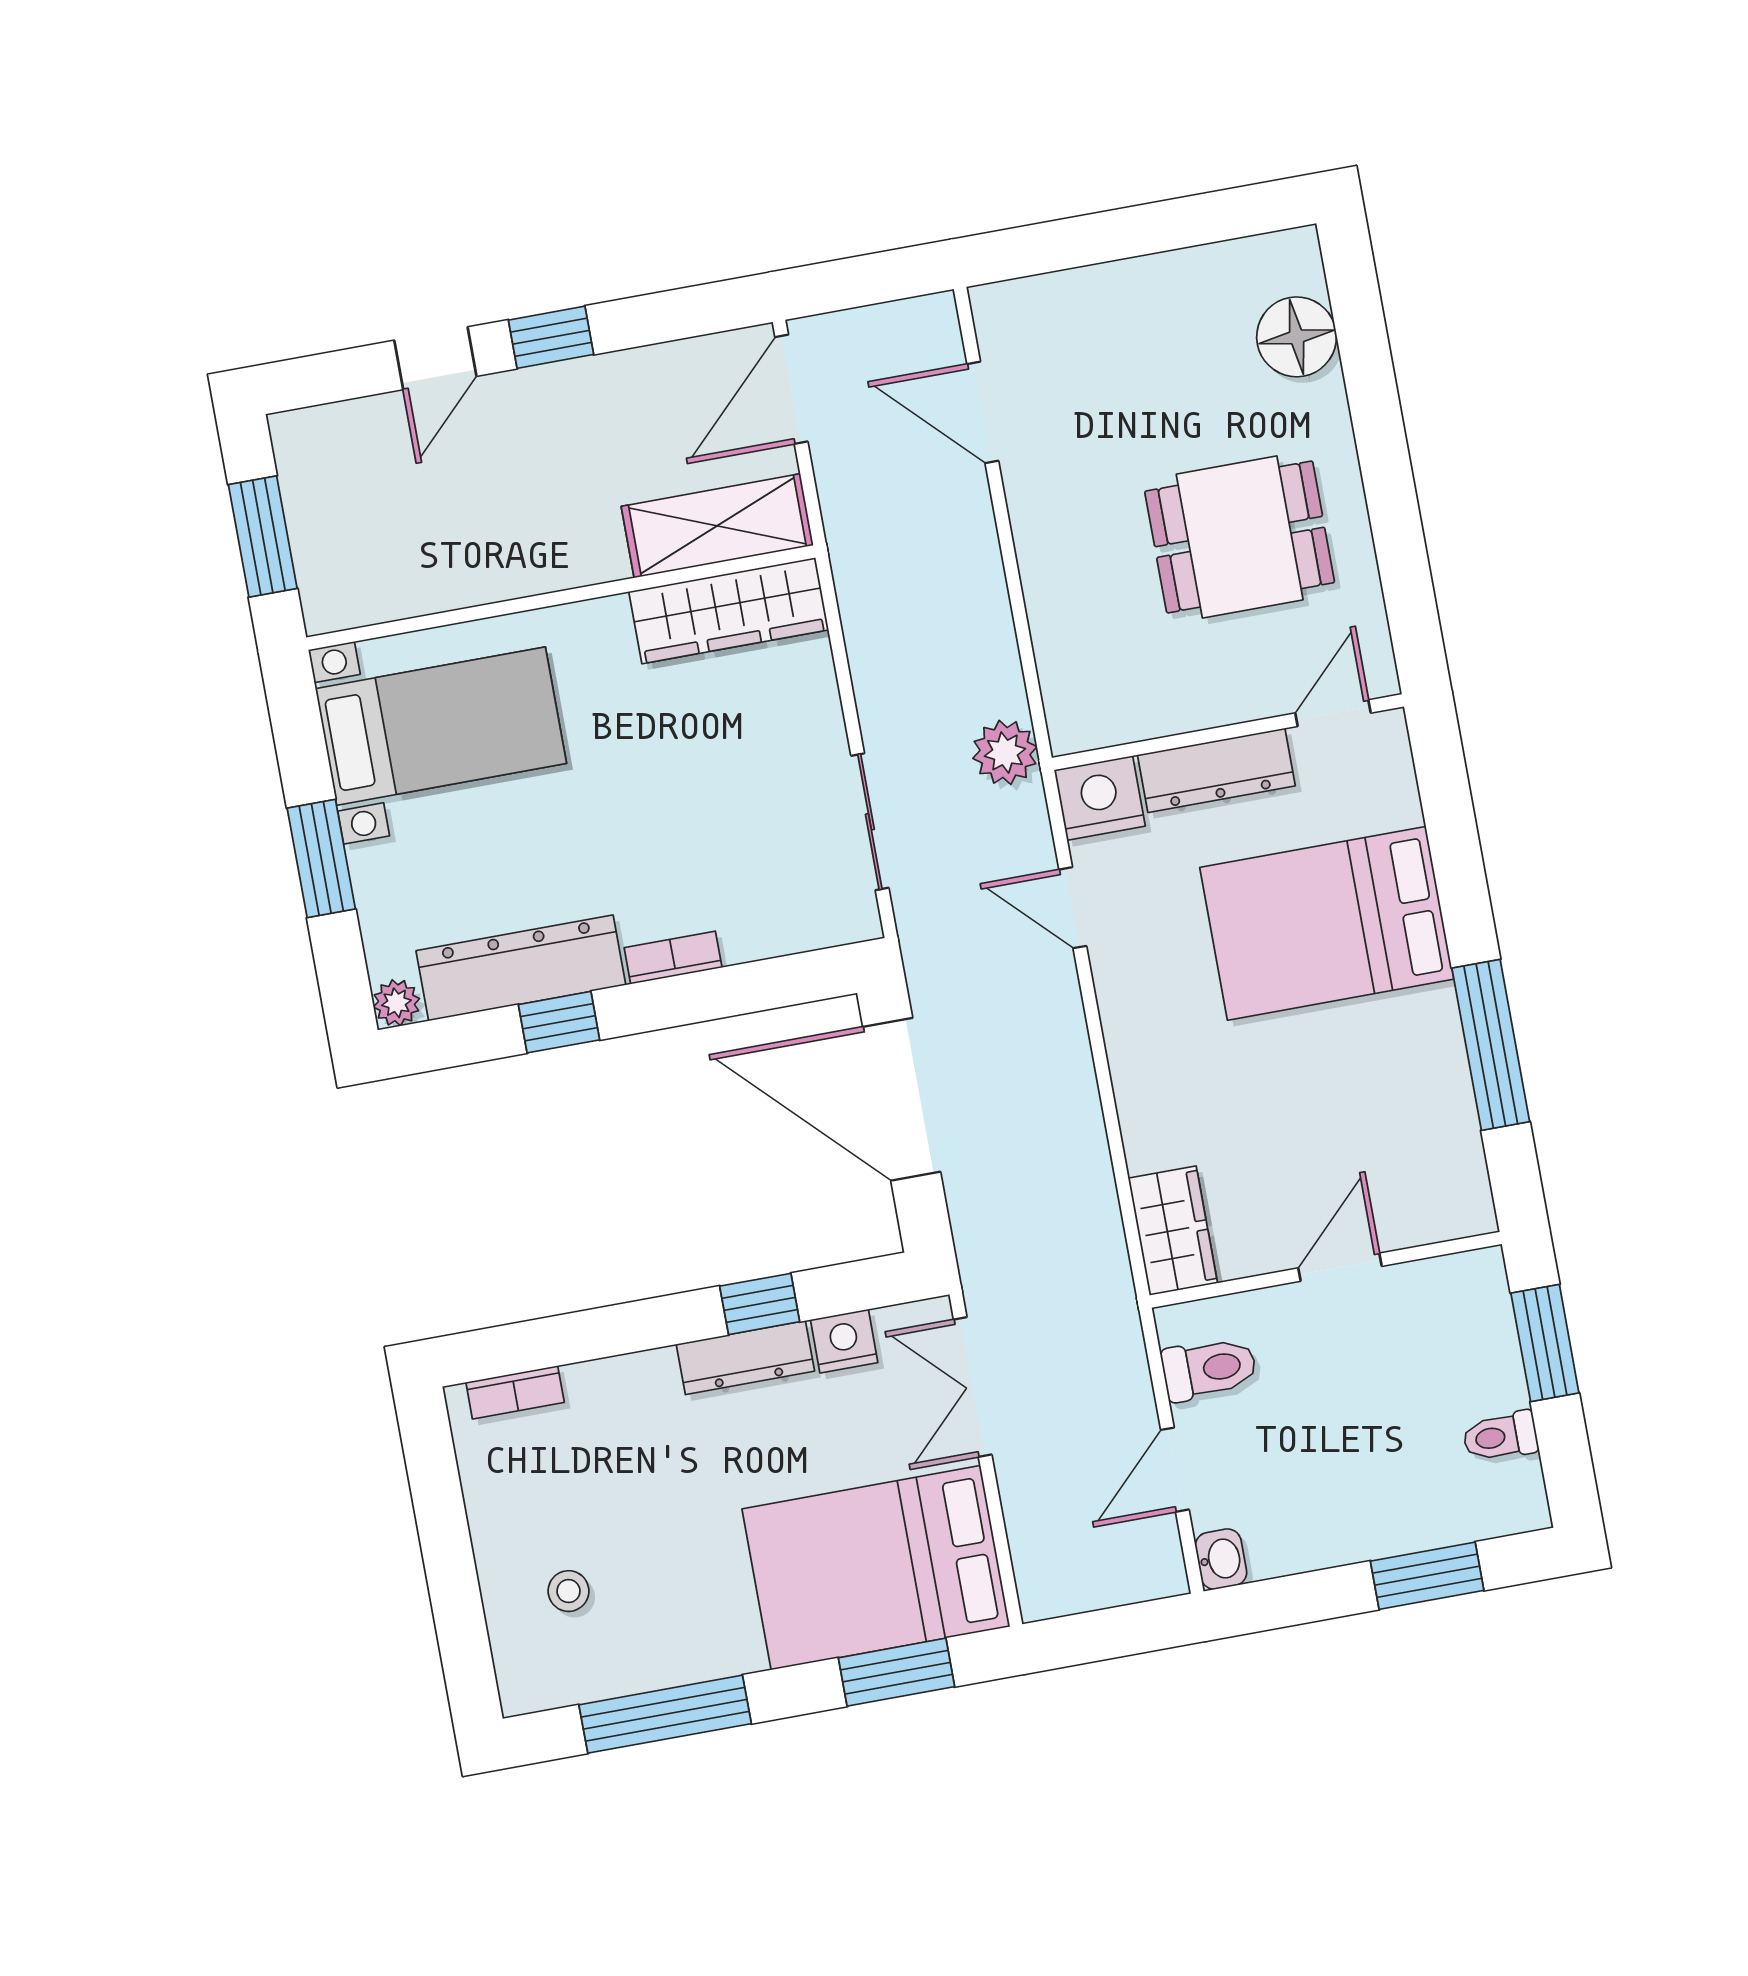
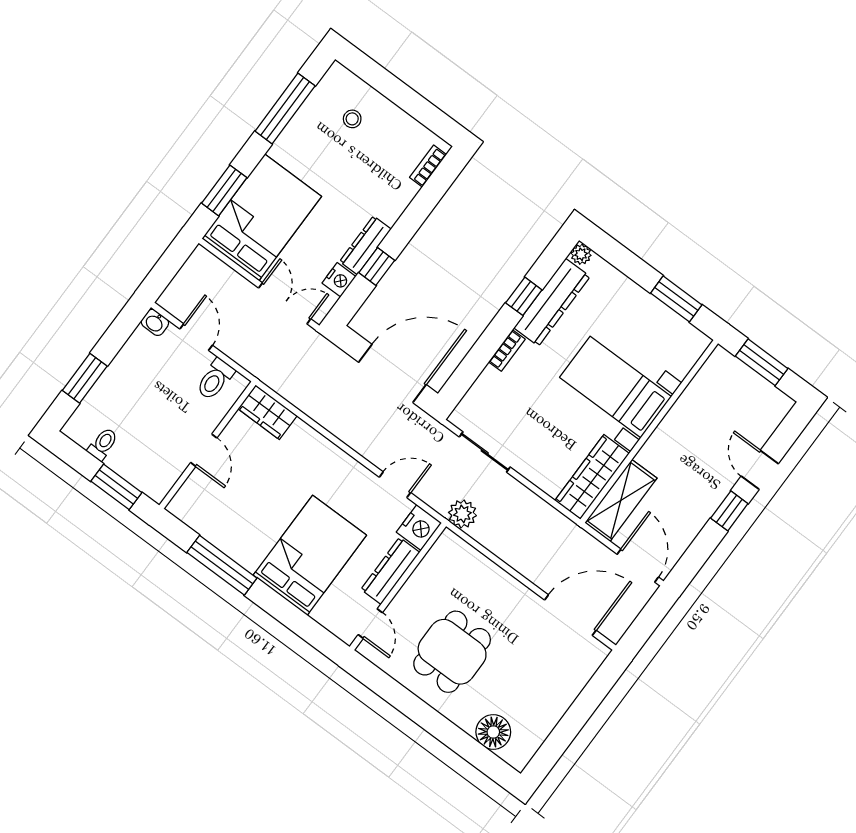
door: (983, 412) -> (570, 615), width x1.36
bed with nightstands: (441, 726) -> (616, 387), moved, turned 90
window: (321, 859) -> (676, 299), moved

